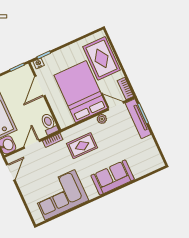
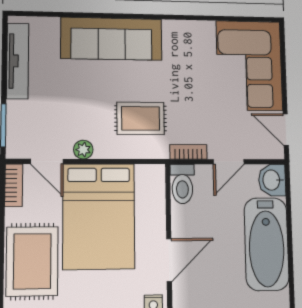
tv unit: (138, 119) -> (18, 61), moved
door: (11, 172) -> (286, 130), hinge flipped
sofa: (113, 177) -> (112, 39), width x1.36
corner sofa: (60, 195) -> (249, 66), moved, turned 90

